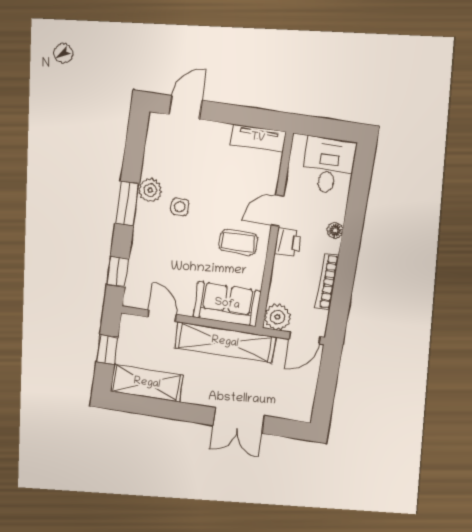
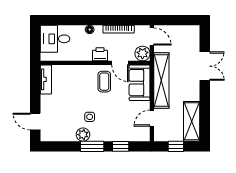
door: (277, 211) -> (120, 63), moved
window: (118, 272) -> (121, 146), moved

